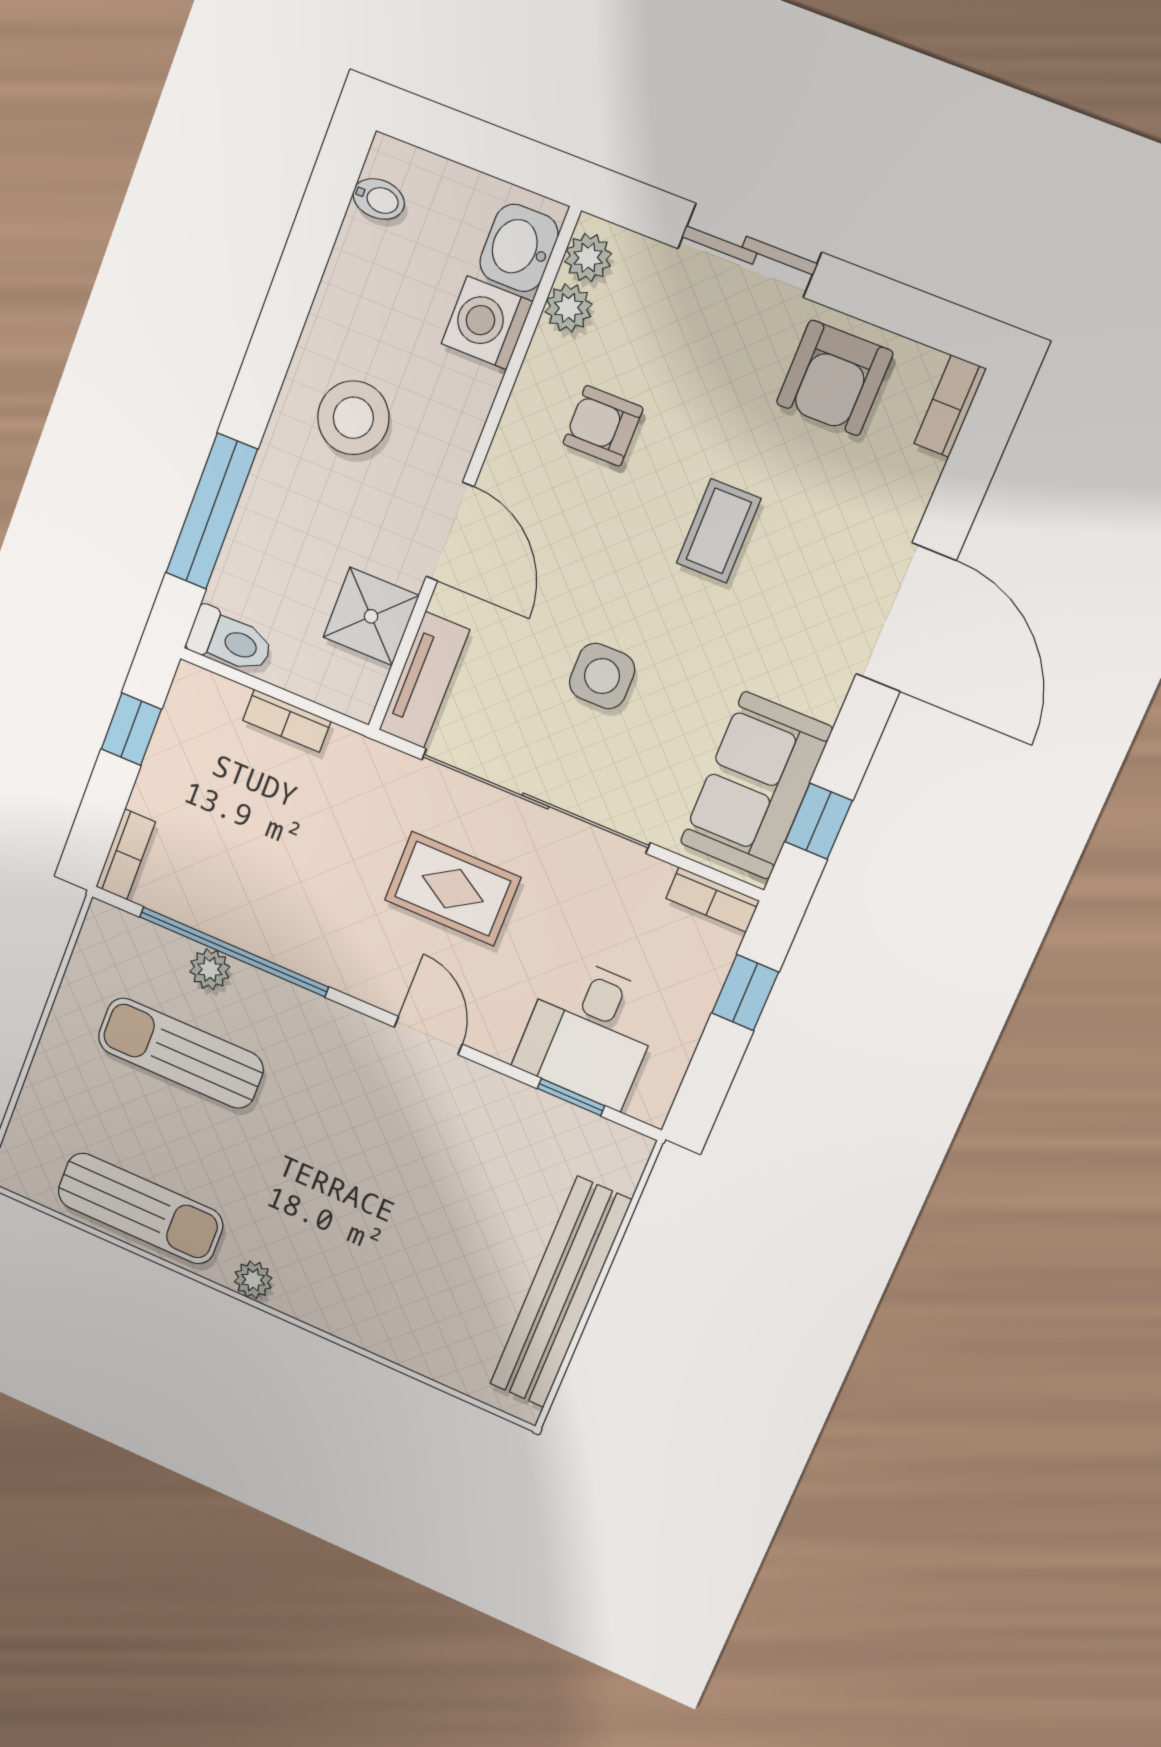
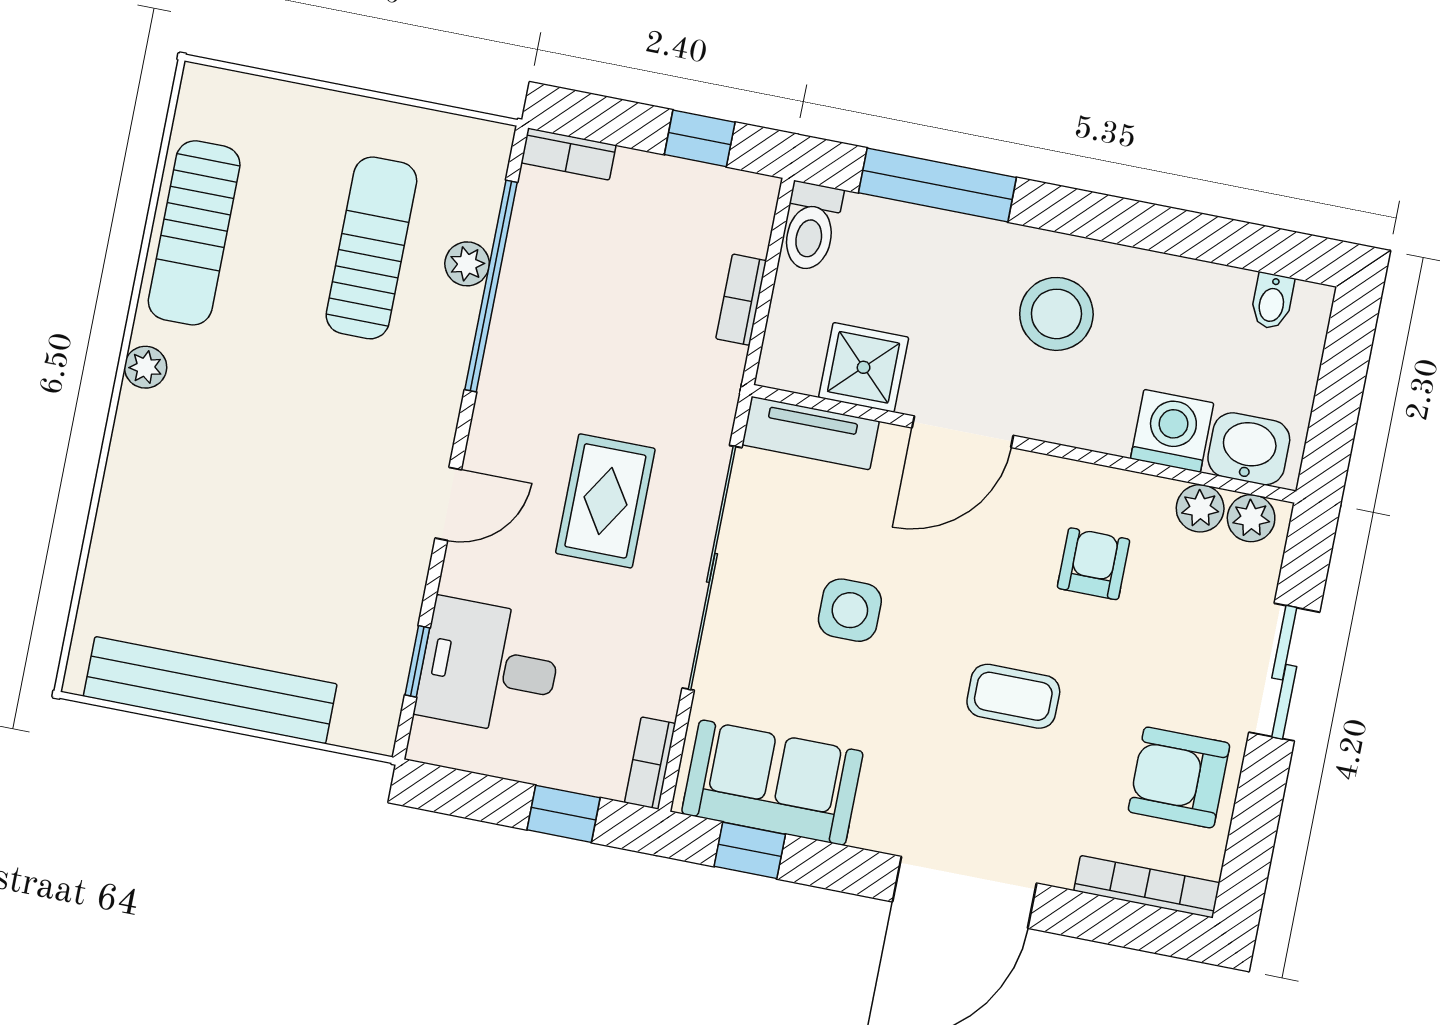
bookcase: (950, 406) -> (1147, 887), width x1.56

